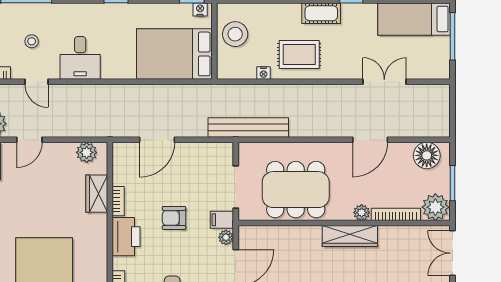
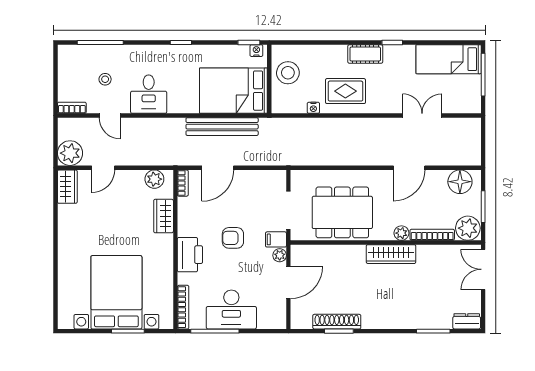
bench: (248, 128) -> (222, 127), moved
bookcase: (118, 201) -> (183, 183), moved

